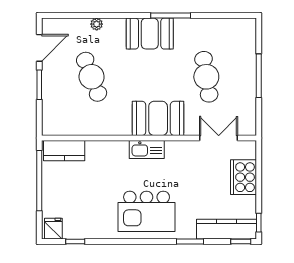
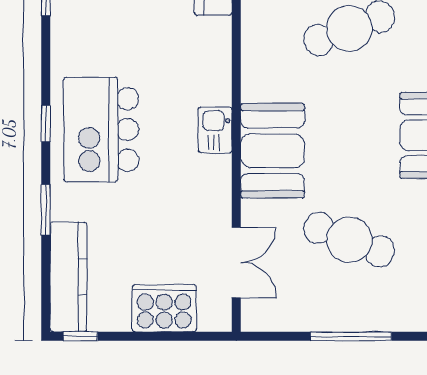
cafe table: (206, 77) -> (349, 240), turned 30
kitchen sink: (147, 150) -> (215, 130), width x0.73
window: (241, 241) -> (46, 124), moved

